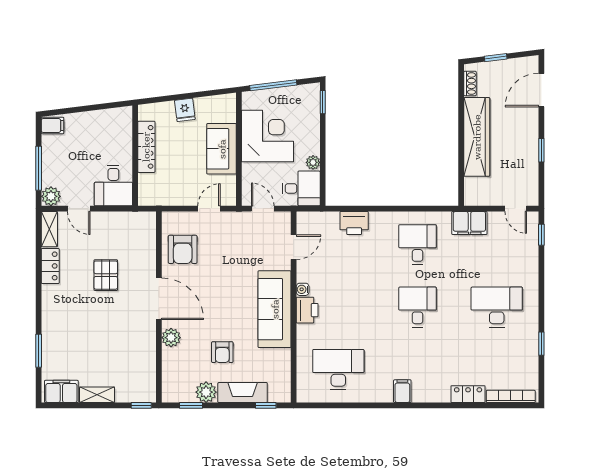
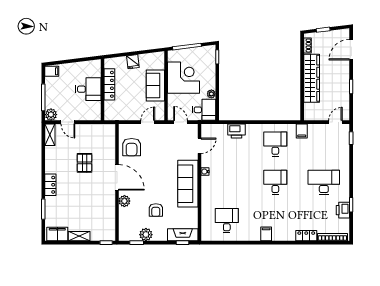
desk: (113, 185) -> (88, 89), moved, turned -90
door: (516, 209) -> (335, 122), swing flipped
filing cabinet: (469, 223) -> (302, 131), width x0.50
locker: (50, 266) -> (50, 185), moved
printer: (307, 310) -> (343, 210), moved, turned 180
desk: (338, 369) -> (227, 221), width x0.73
fireplace: (243, 393) -> (183, 235), moved

